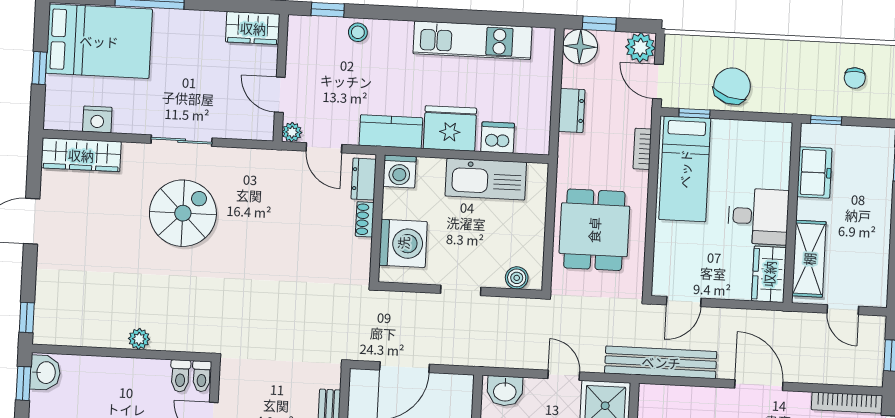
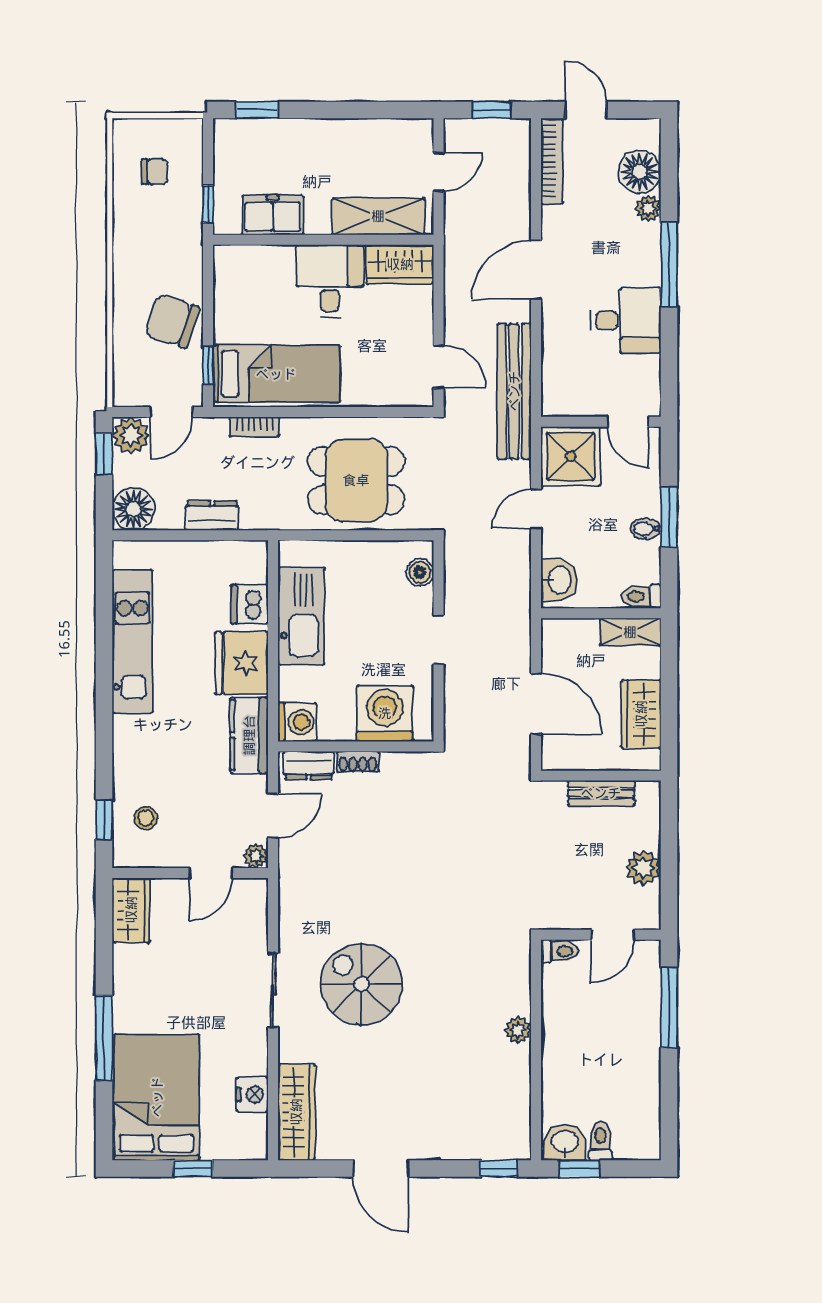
window: (599, 24) -> (104, 453), moved
stool: (358, 32) -> (146, 818), moved
toilet: (180, 376) -> (601, 1141), moved, turned -90

